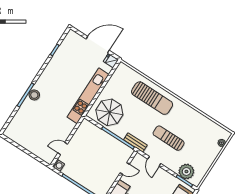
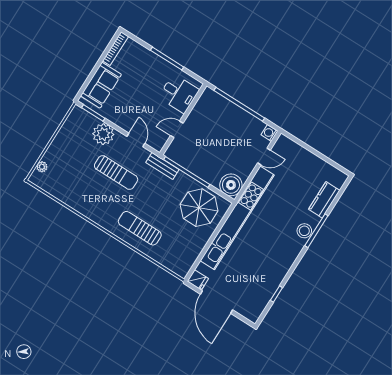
door: (98, 45) -> (216, 302), hinge flipped
kitchen unit: (88, 96) -> (237, 218), width x1.36
sun lounger: (152, 98) -> (140, 228), width x0.73, depth x0.75
kitchen counter: (20, 117) -> (324, 200), added
boiler: (86, 128) -> (231, 185), added
plant: (186, 171) -> (103, 134), moved

